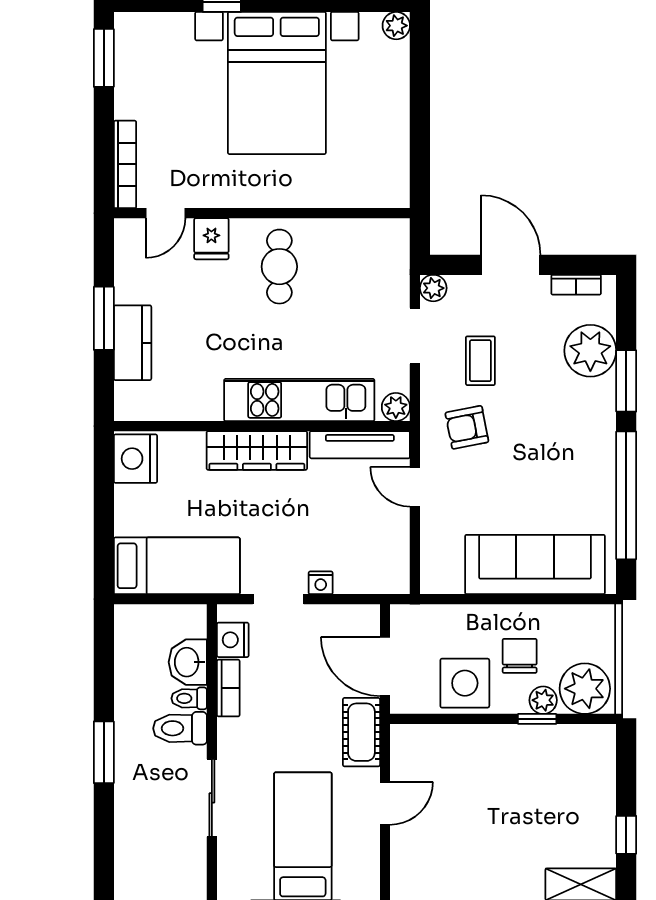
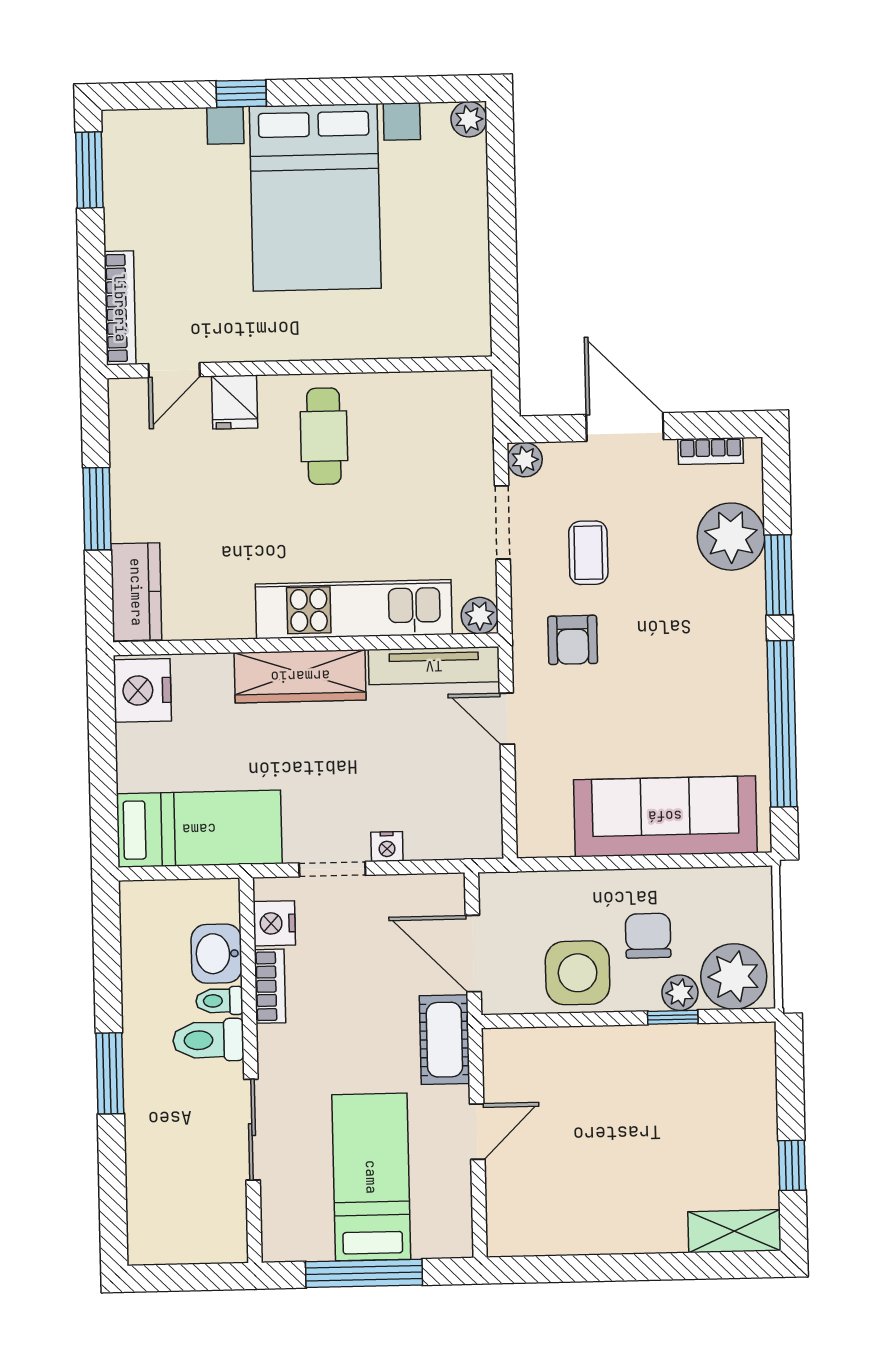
kitchen counter: (133, 343) -> (136, 592), moved
armchair: (467, 427) -> (573, 640), turned -79

